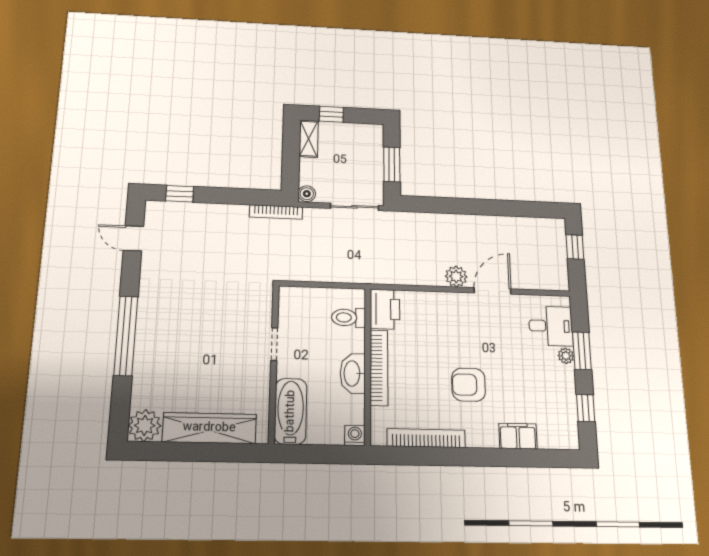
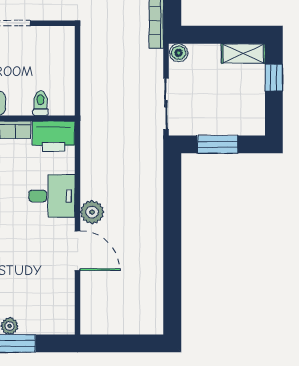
window: (575, 247) -> (131, 343), removed
toilet: (348, 318) -> (40, 103), width x0.73, depth x0.72
desk: (551, 326) -> (52, 196), moved, turned -90

